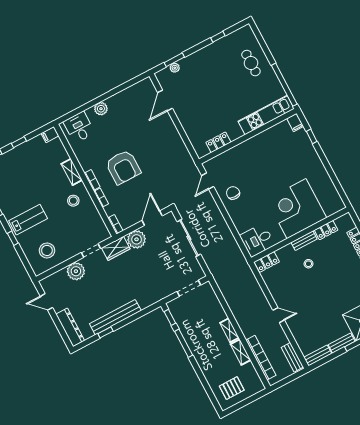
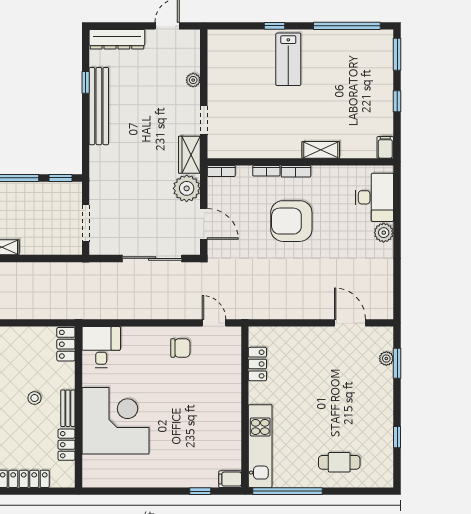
desk: (79, 127) -> (374, 197), width x1.37
stool: (73, 201) -> (282, 132), removed
stool: (47, 250) -> (235, 62), removed
plant: (76, 271) -> (193, 80), width x0.53, depth x0.53

